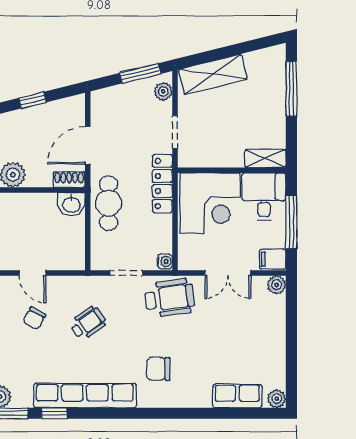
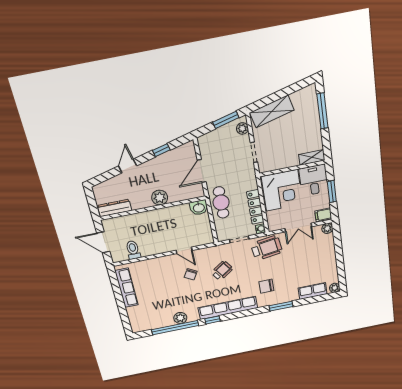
shoe rack: (69, 180) -> (194, 194), removed
locker: (162, 184) -> (255, 207), moved
window: (291, 222) -> (332, 192), width x0.69
window: (178, 413) -> (281, 306), added

